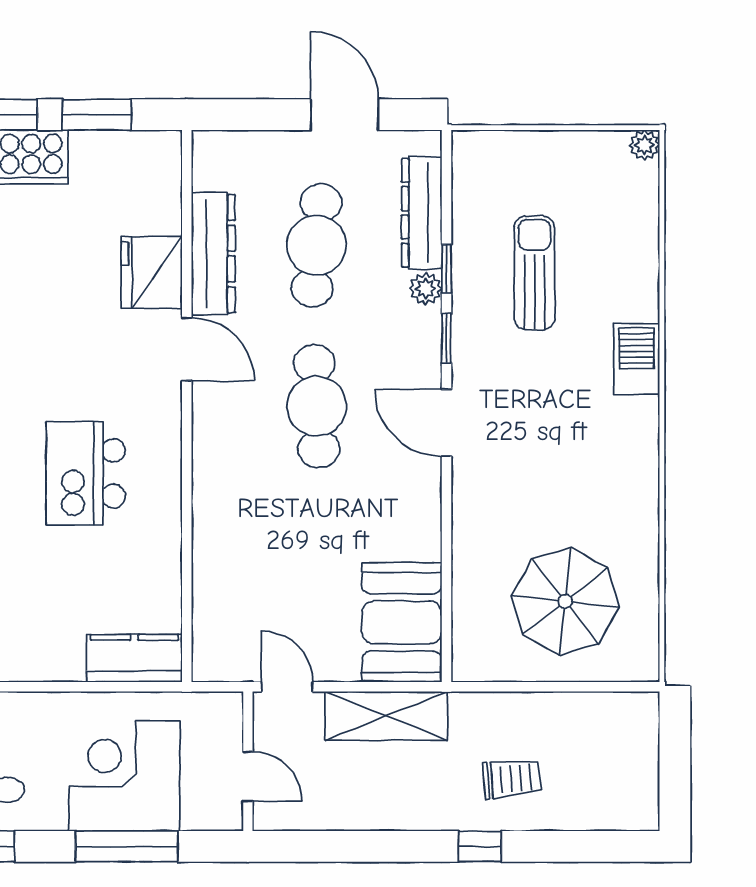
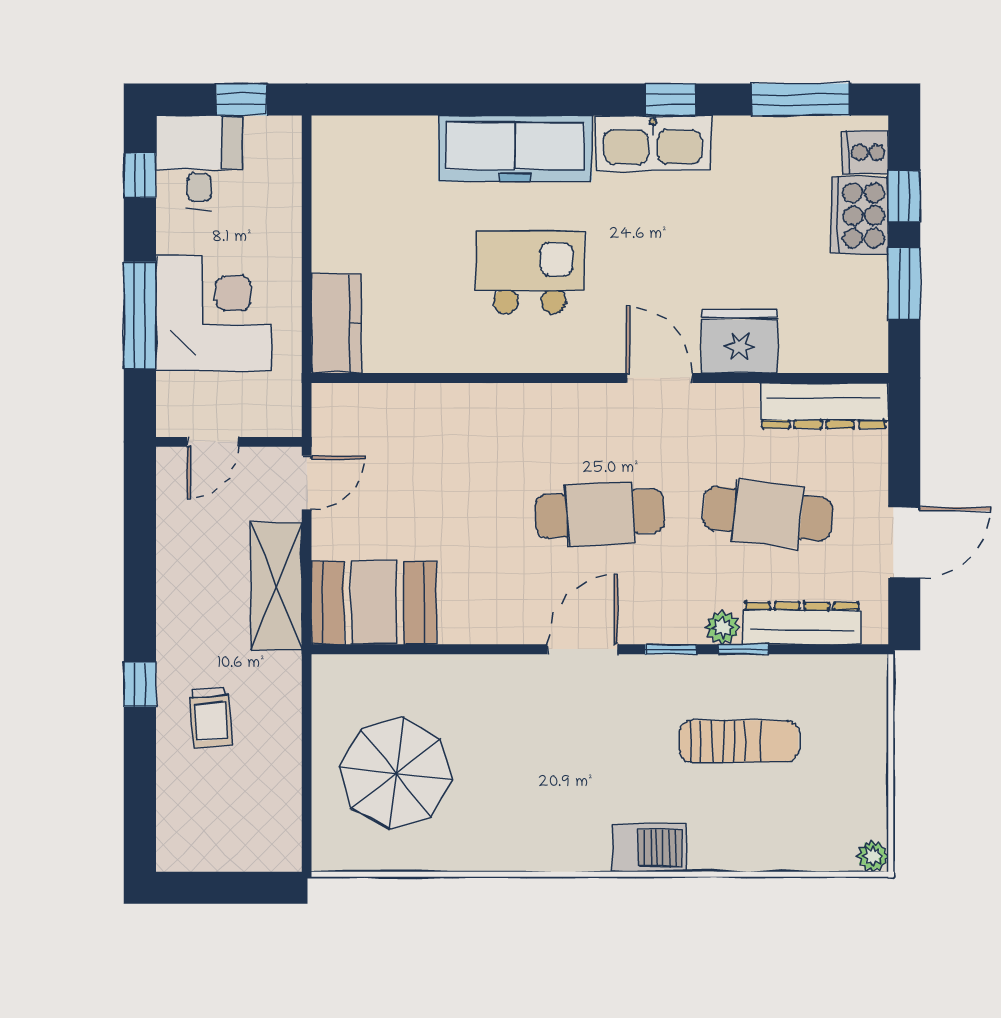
dresser: (213, 254) -> (824, 406), moved
door: (187, 349) -> (659, 378), swing flipped

